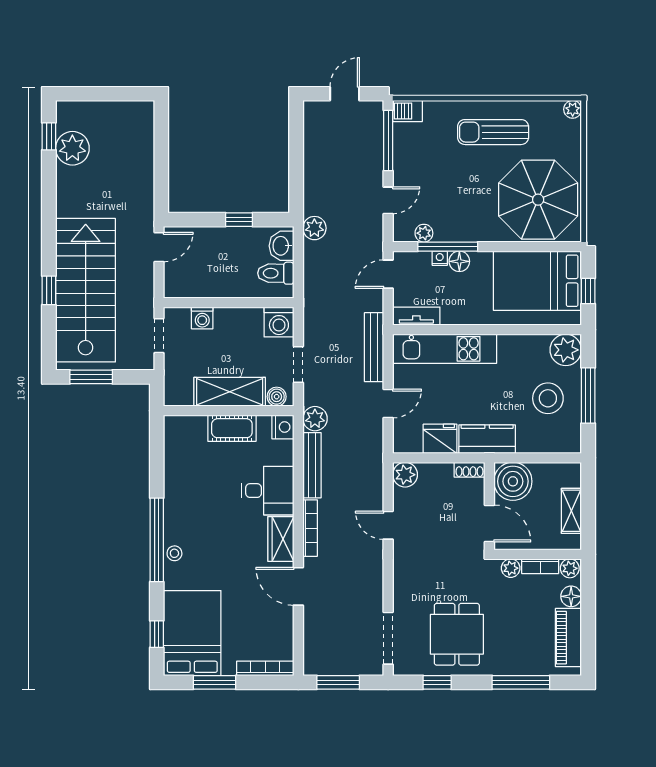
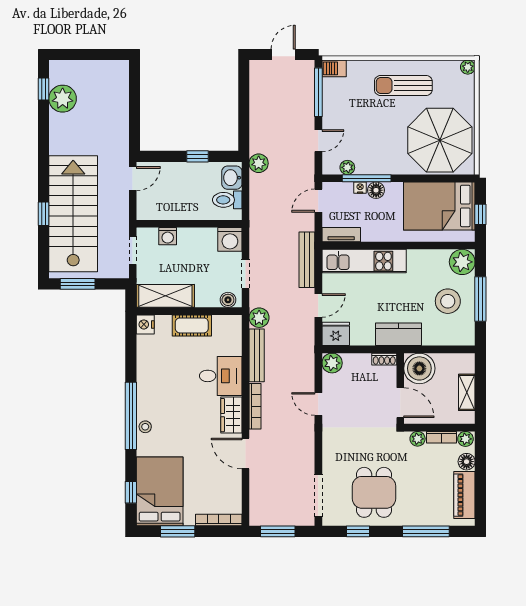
shelving: (230, 392) -> (165, 296), moved
nightstand: (283, 427) -> (145, 324), moved, turned 180
fridge: (440, 439) -> (336, 334), moved

